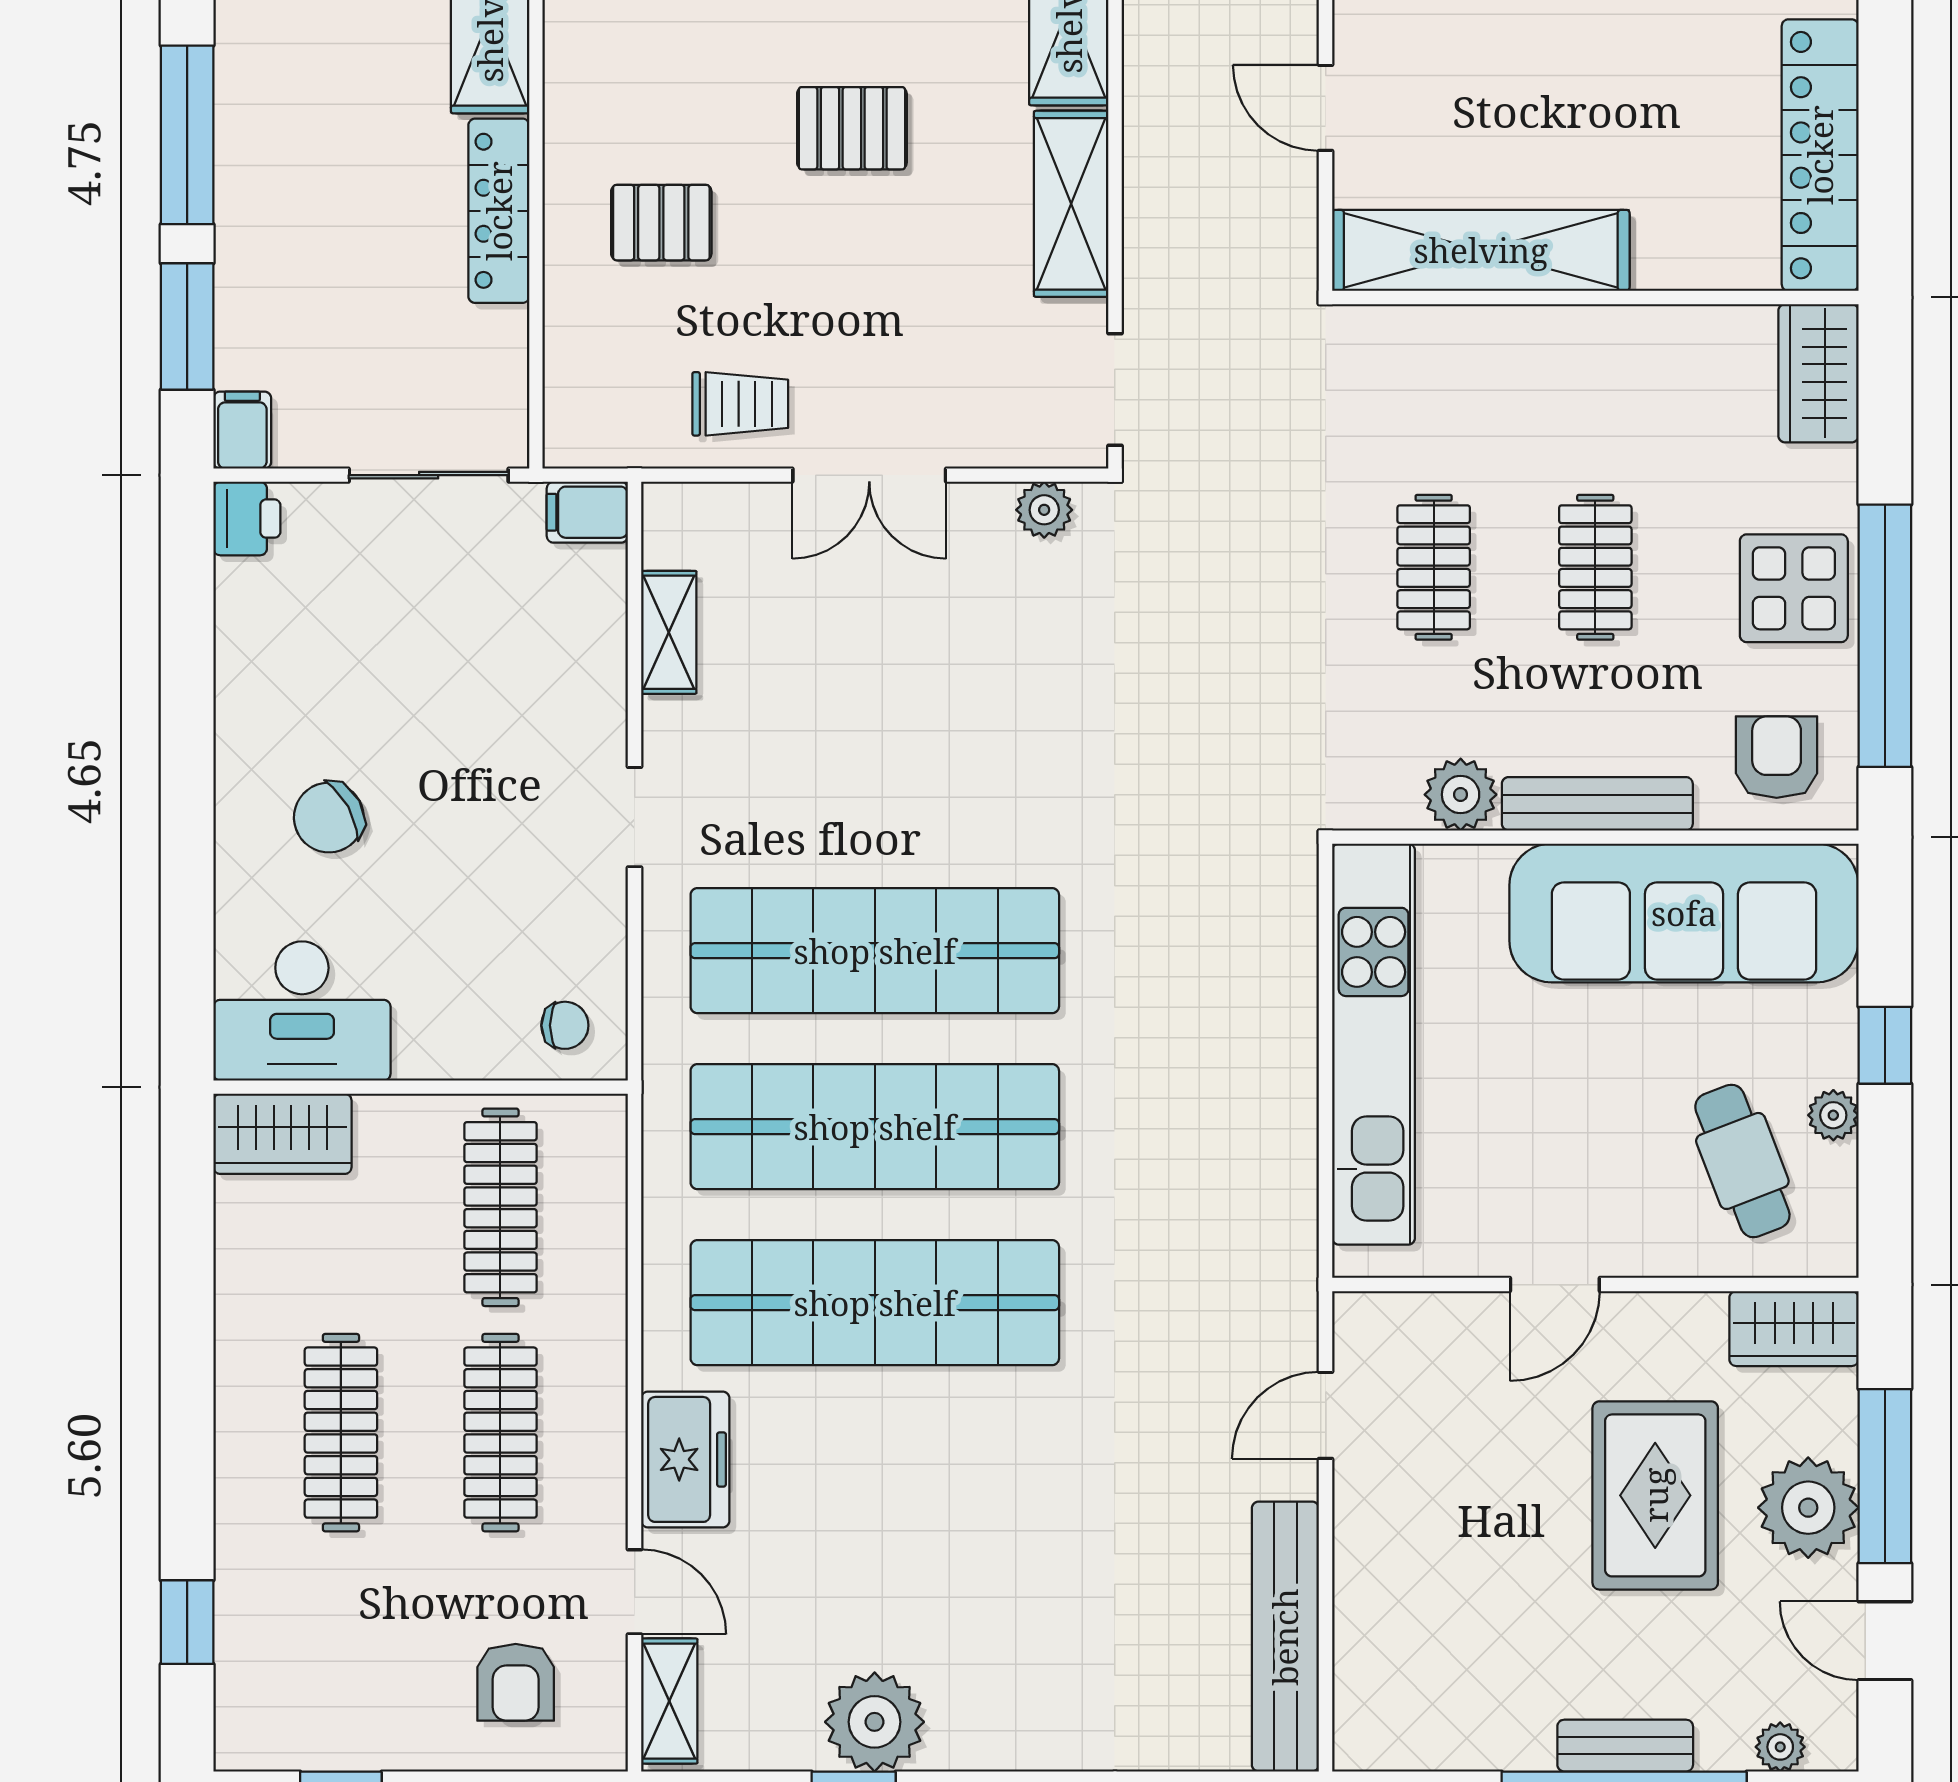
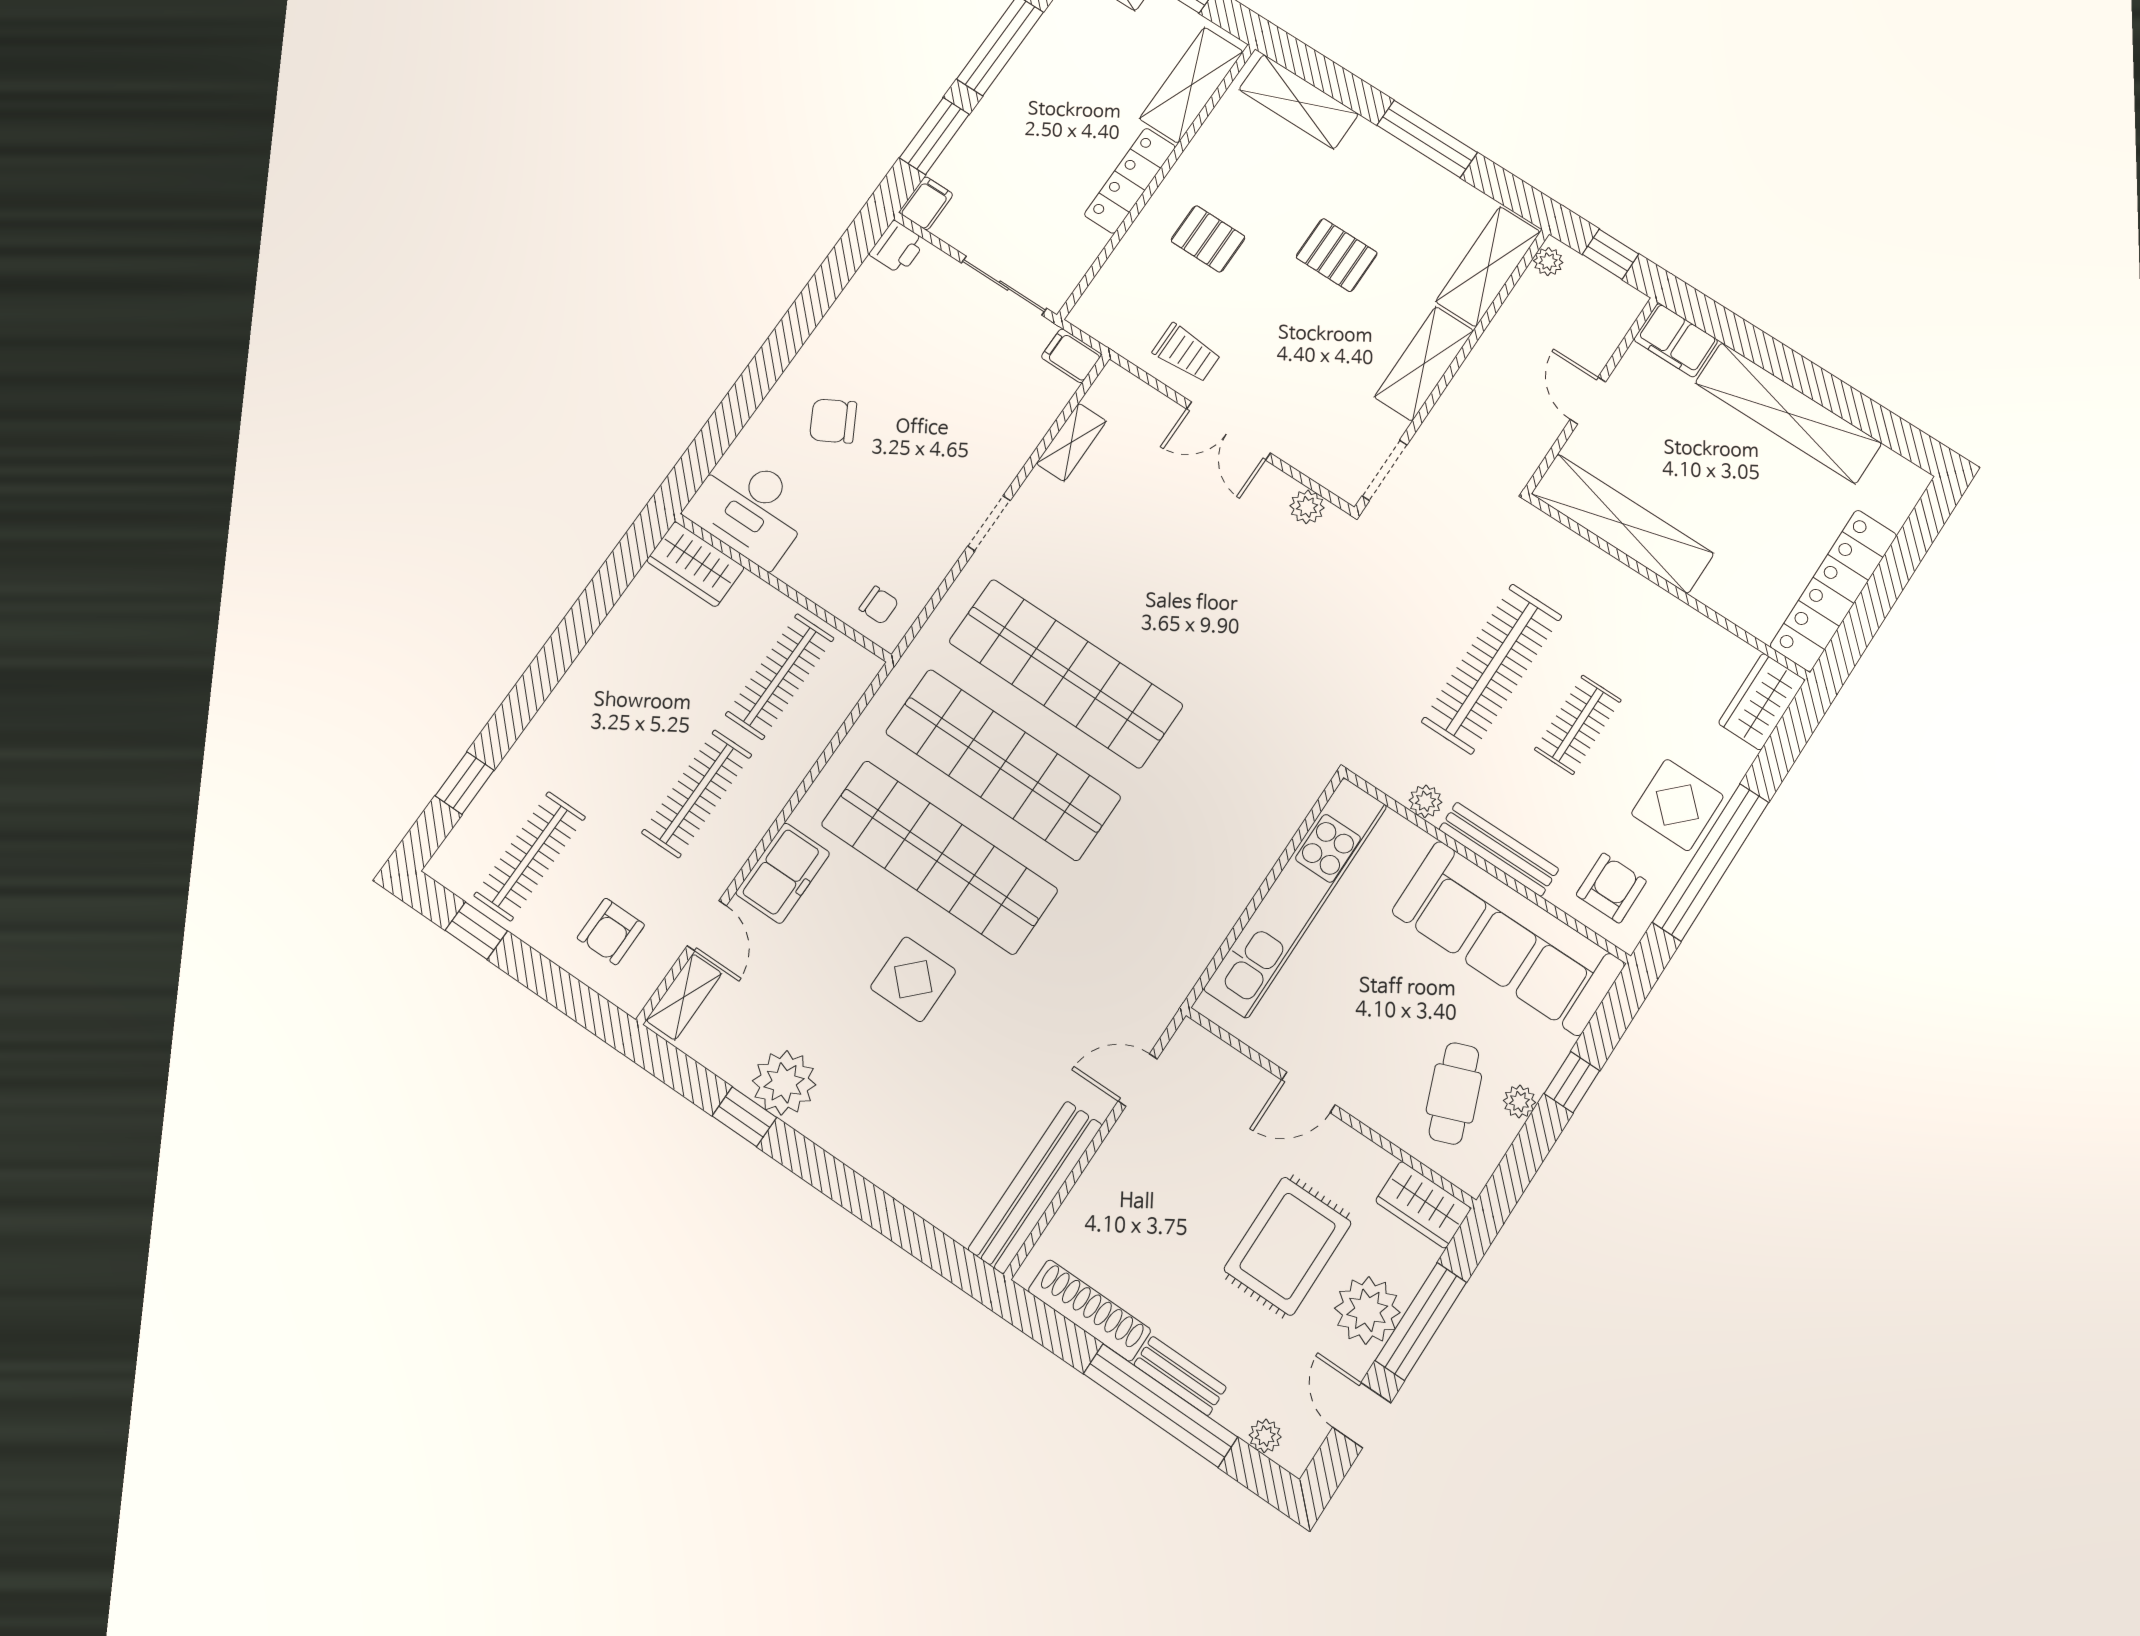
clothes rail: (1434, 567) -> (1492, 669), width x1.86, depth x1.31
plant: (1461, 795) -> (1425, 801), width x0.73, depth x0.73
clothes rail: (341, 1433) -> (530, 856), moved
display table: (949, 1481) -> (913, 979), added
shoe rack: (1457, 1742) -> (1089, 1310), added

